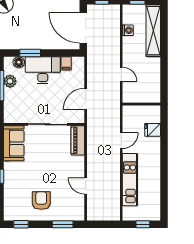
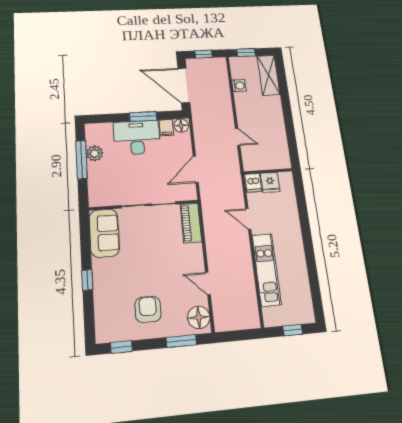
shelving: (153, 31) -> (269, 75), width x0.68
window: (30, 53) -> (143, 116), moved
floor lamp: (19, 62) -> (181, 125), moved
dishwasher: (129, 113) -> (253, 183), added
fridge: (153, 130) -> (270, 182), moved, turned -90
door: (121, 141) -> (248, 219), swing flipped
floor lamp: (77, 209) -> (199, 317), added

